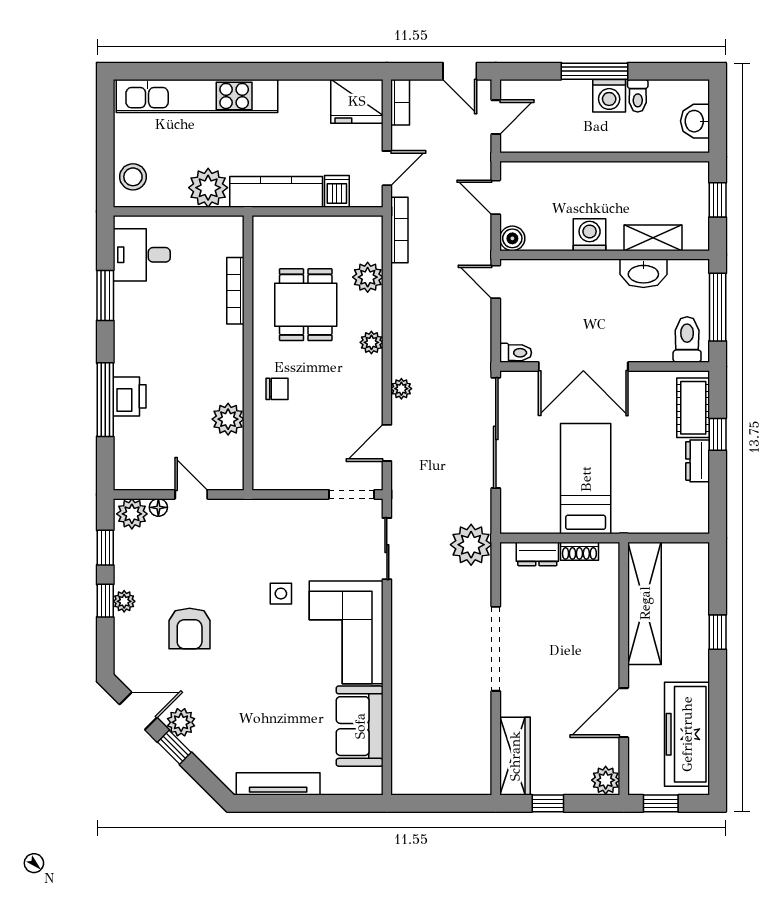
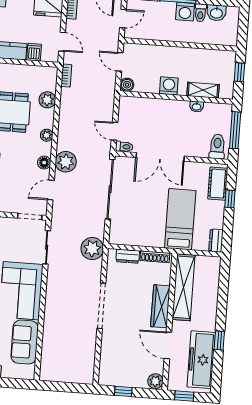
washbasin: (695, 121) -> (216, 13), moved, turned -90
door: (387, 168) -> (62, 42), hinge flipped
bookcase: (399, 230) -> (66, 76), width x0.64
washbasin: (643, 273) -> (197, 107), width x0.52, depth x0.69
door: (496, 282) -> (114, 131), moved
plant: (401, 389) -> (66, 162), width x1.88, depth x1.88
floor lamp: (371, 393) -> (44, 163), added
dresser: (698, 461) -> (216, 241), moved
bed: (586, 479) -> (180, 219), moved
shoe rack: (579, 551) -> (155, 257), width x1.43
window: (718, 632) -> (219, 340), moved
door: (624, 713) -> (168, 345), hinge flipped
wardrobe: (515, 756) -> (160, 306), moved, turned 180

